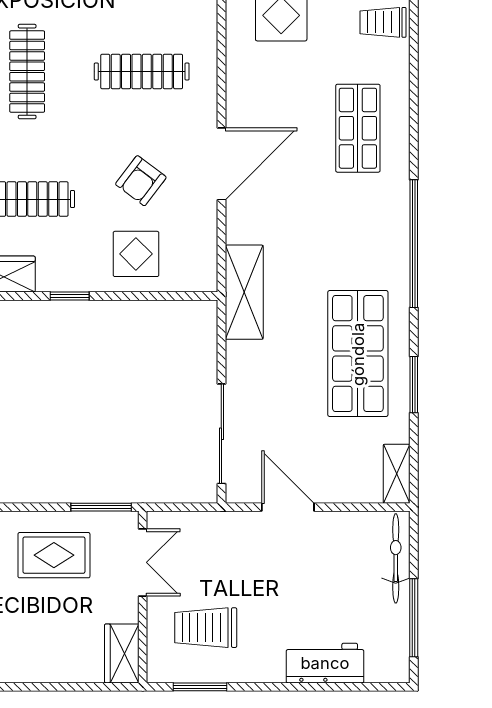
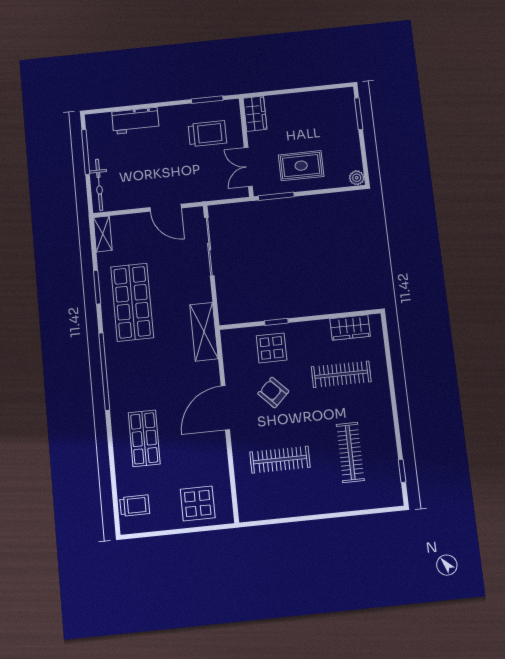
armchair: (141, 181) -> (273, 393), turned -81
window: (70, 296) -> (276, 322), moved

